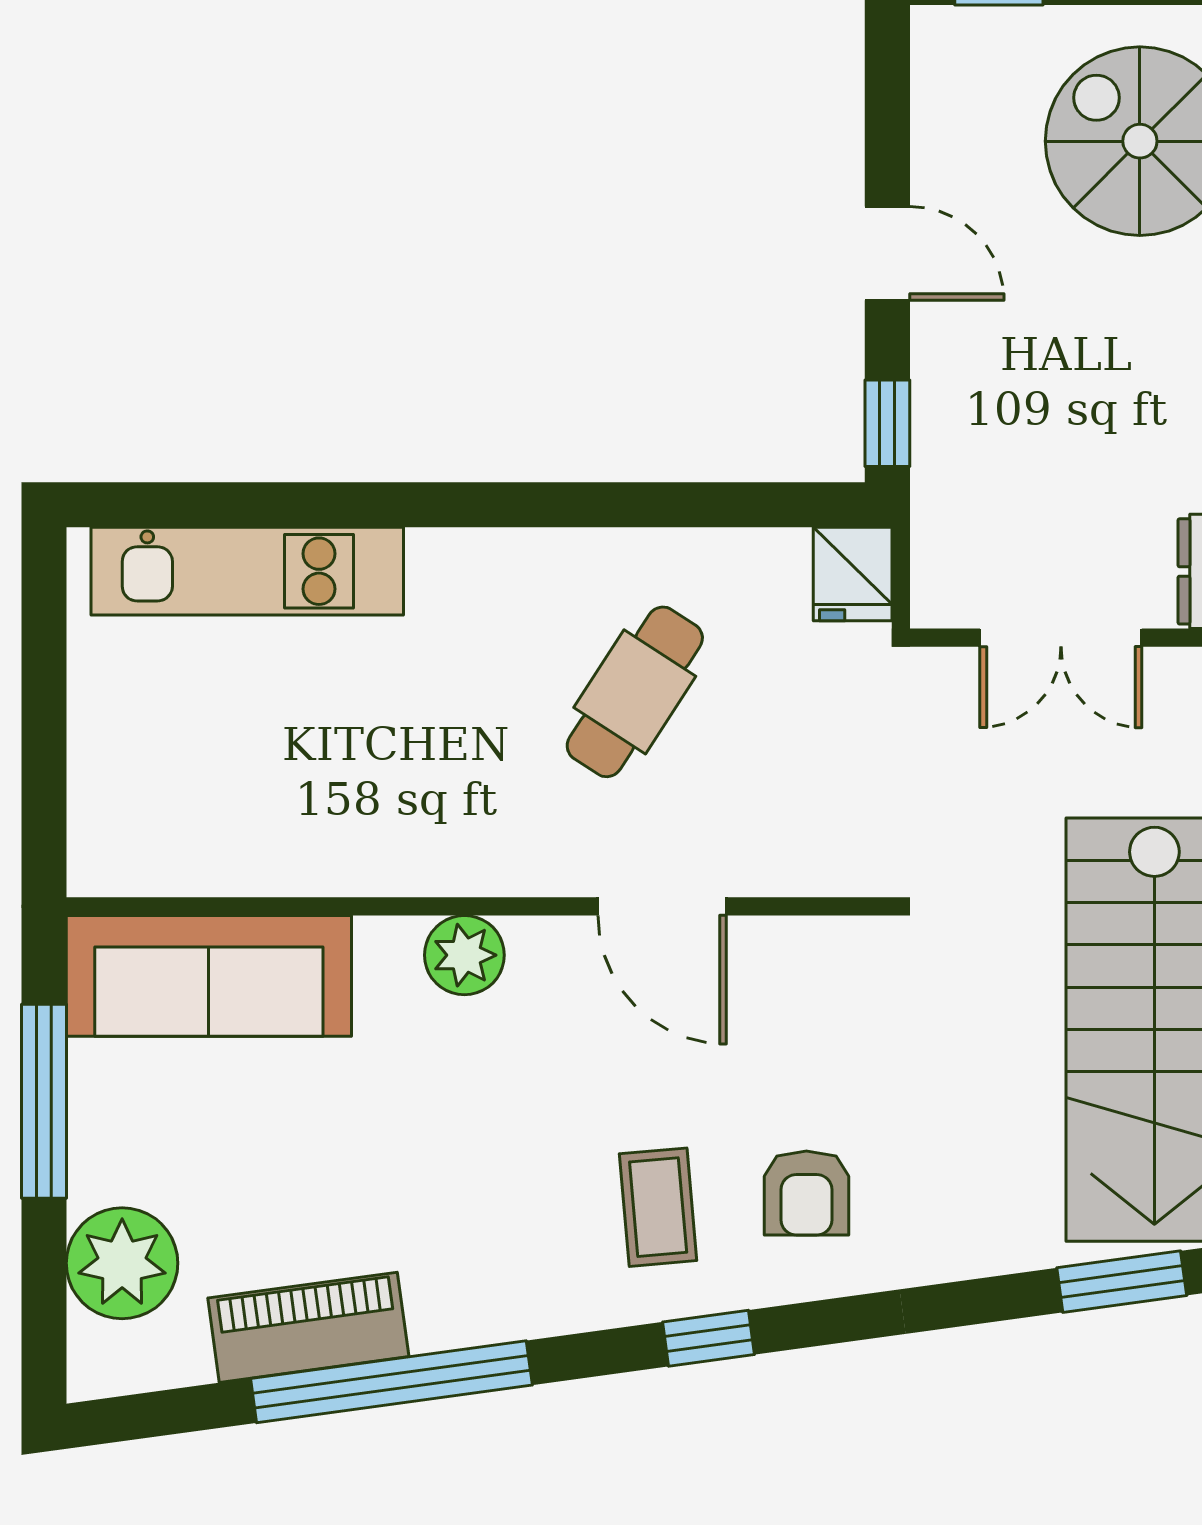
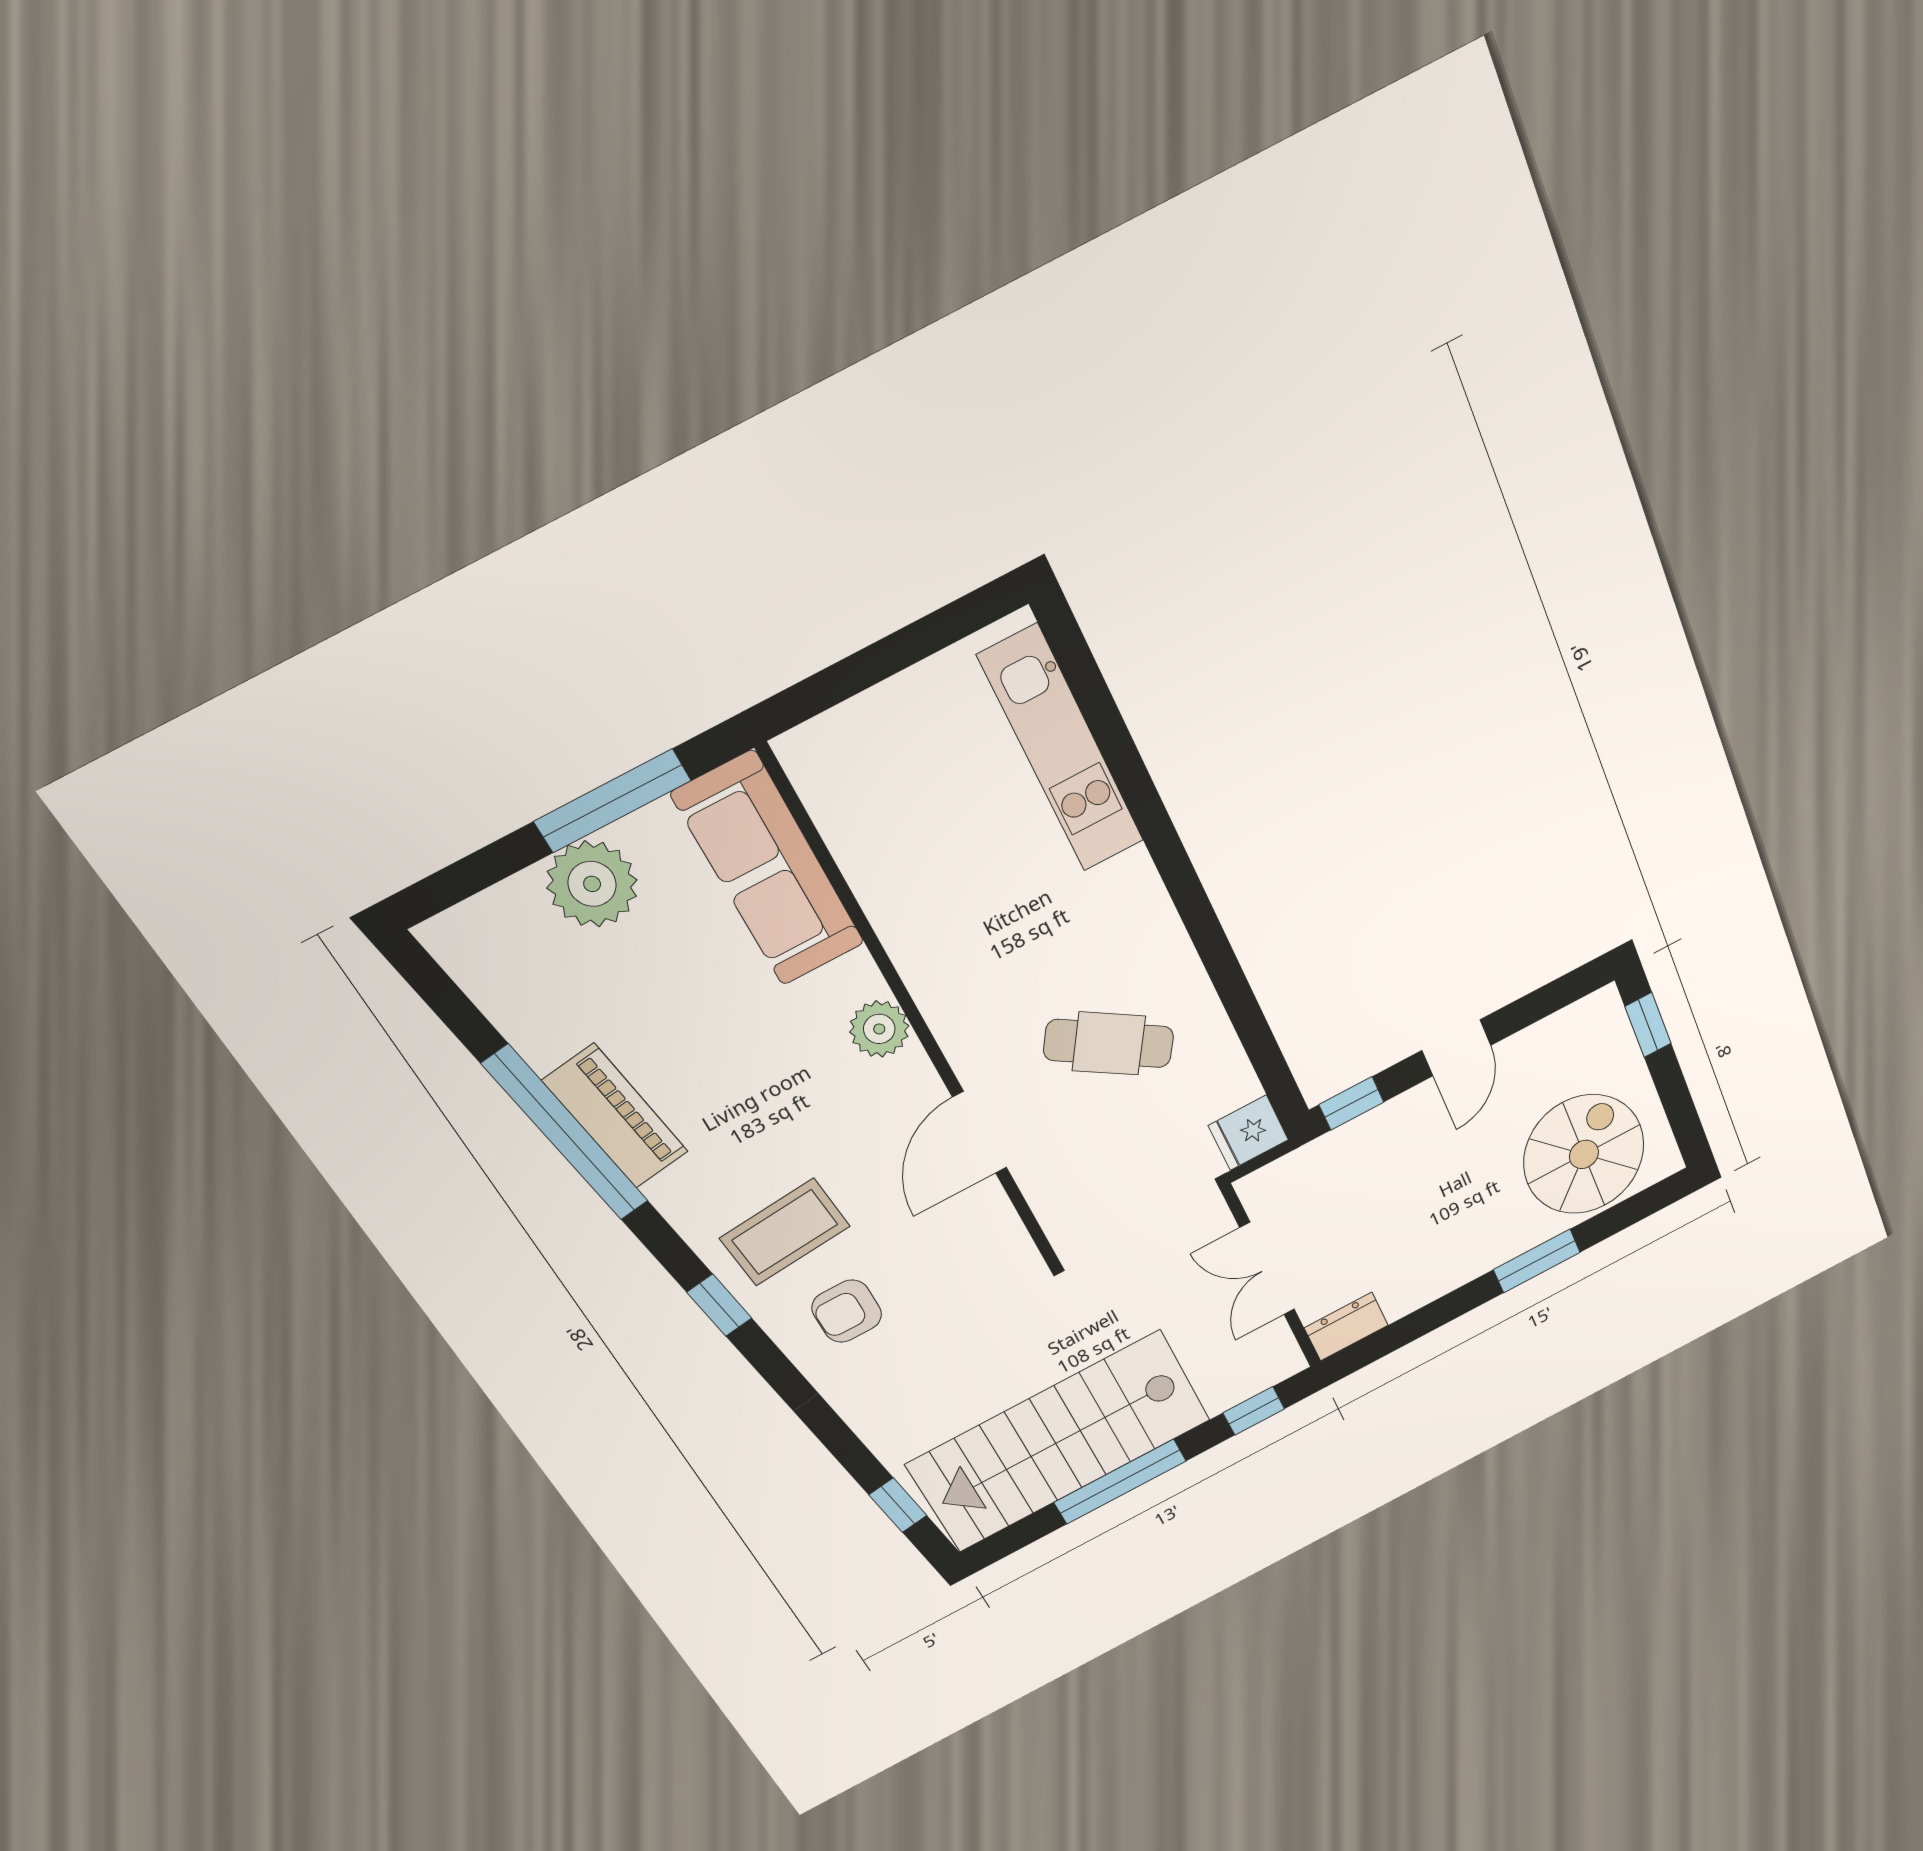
coffee table: (658, 1207) -> (785, 1232), width x1.36, depth x1.30
plant: (122, 1263) -> (592, 884), moved
window: (1122, 1282) -> (898, 1505), width x0.67
piano: (308, 1327) -> (615, 1116), moved

